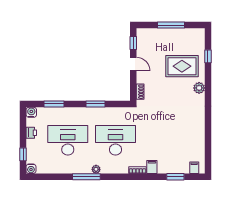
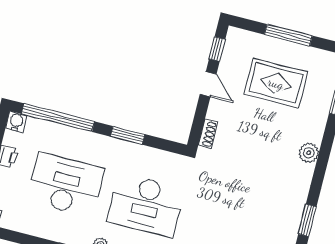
rug: (182, 66) -> (276, 83), moved
window: (54, 104) -> (58, 118), width x2.11
window: (208, 126) -> (307, 220), added
desk: (115, 140) -> (146, 205), turned 180

